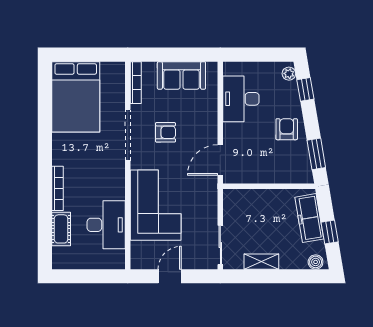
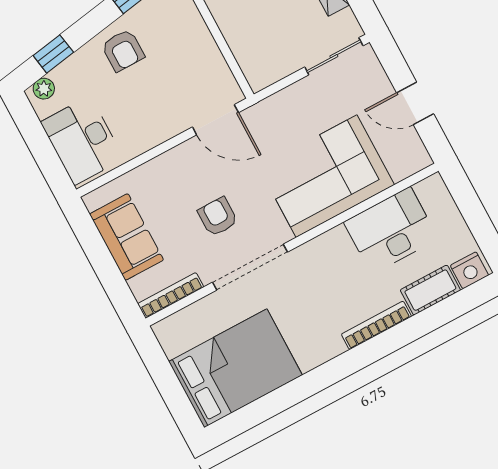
desk: (241, 99) -> (82, 140), moved, turned 90
armchair: (287, 129) -> (123, 50), turned -90
nightstand: (60, 257) -> (469, 270), added

